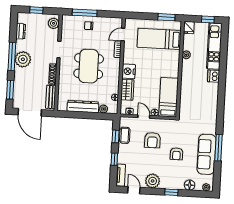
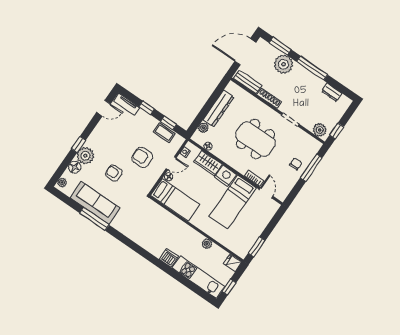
window: (36, 10) -> (337, 131), moved
bed: (159, 39) -> (233, 202), moved, turned 180
plant: (23, 59) -> (284, 64), moved
plant: (153, 181) -> (85, 156), moved

